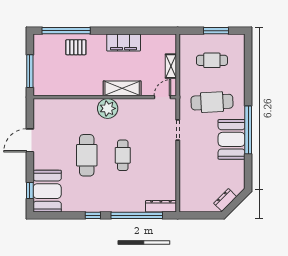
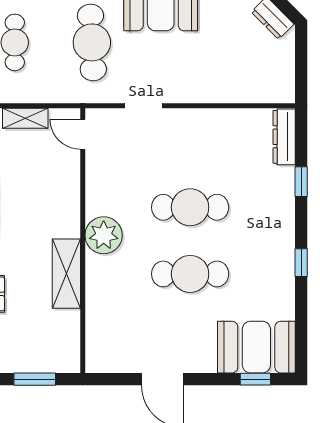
window: (30, 71) -> (35, 379), width x0.69
shelving: (122, 88) -> (66, 274), moved
cafe table: (123, 155) -> (190, 207), width x1.37, depth x1.35
window: (137, 215) -> (301, 182), width x0.32

